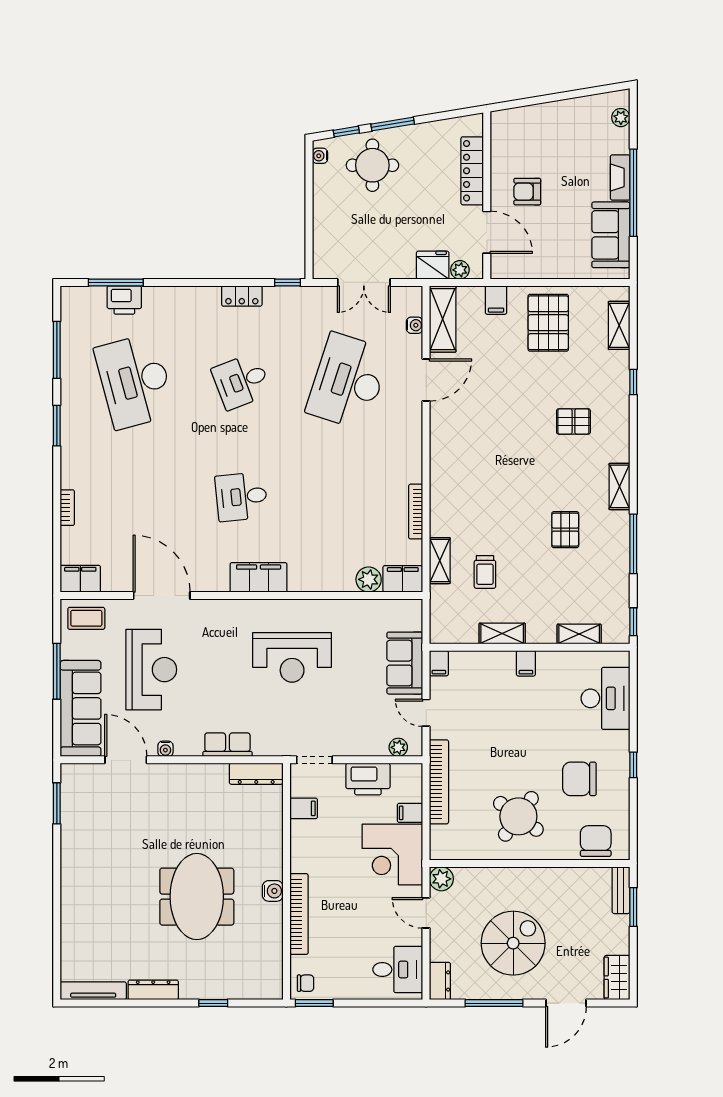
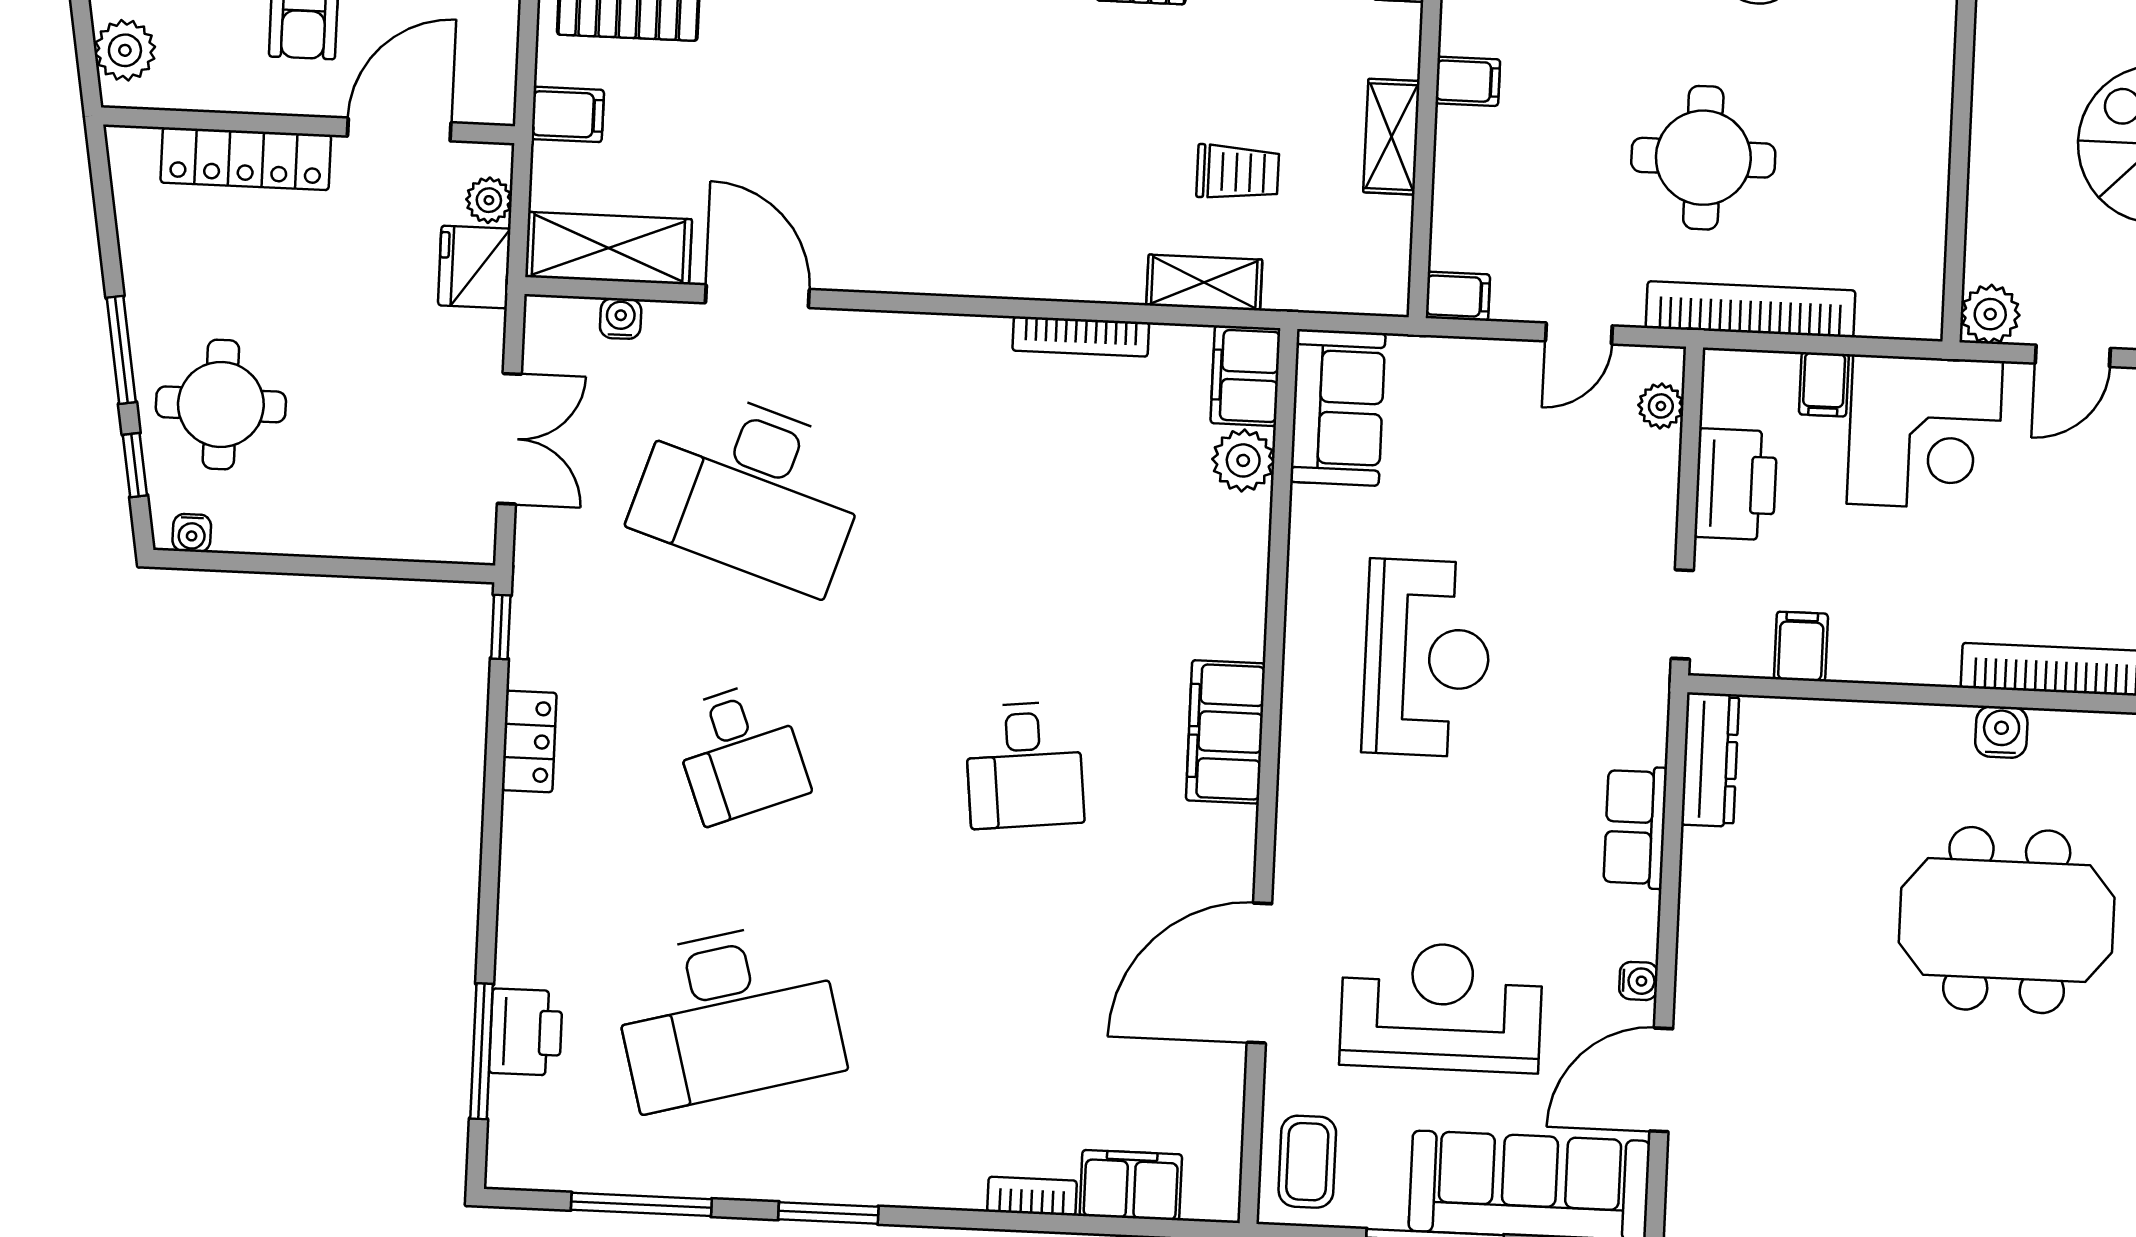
plant: (514, 120) -> (125, 50), added
filing cabinet: (80, 579) -> (1131, 1185), moved, turned 90
sofa: (405, 663) -> (1338, 407), moved, turned -90
round table: (518, 816) -> (1703, 158), moved, turned -36

